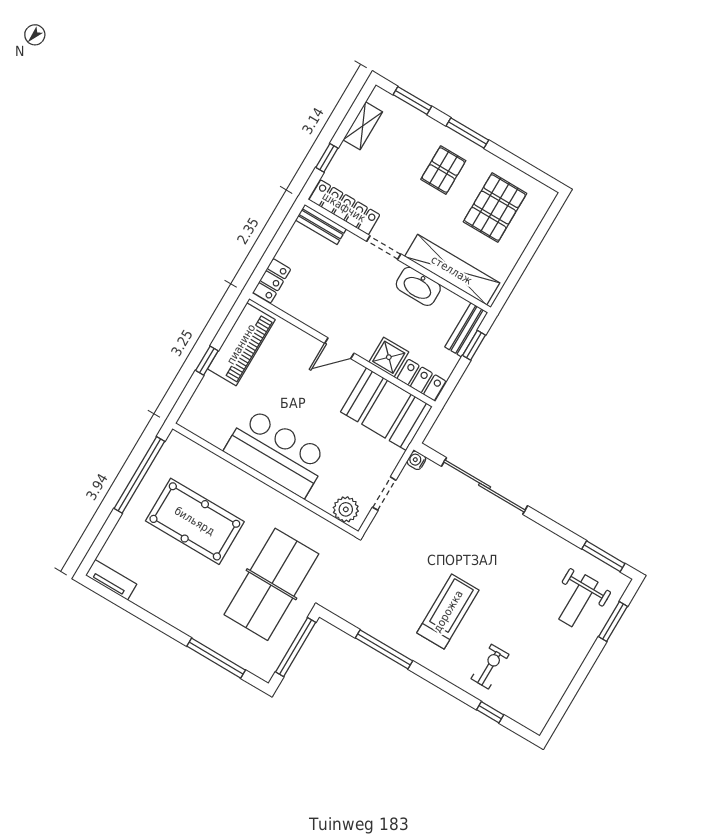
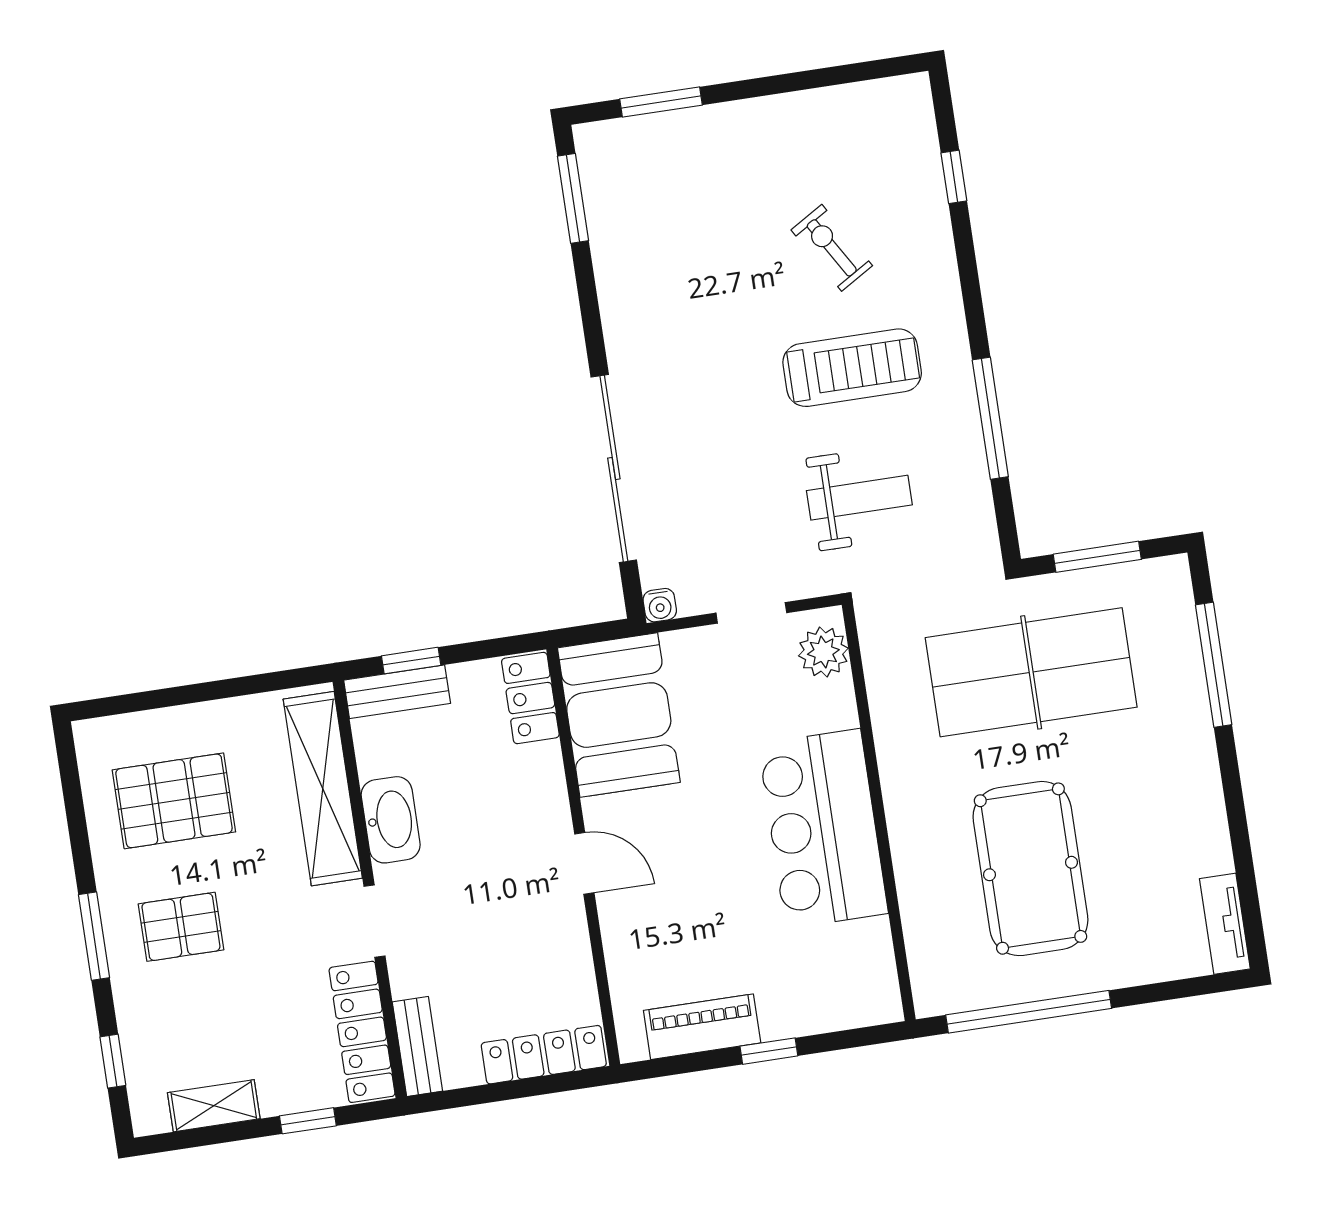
window: (412, 100) -> (113, 1061), width x0.67
locker: (272, 281) -> (544, 1055), width x1.53
piano: (241, 344) -> (702, 1027), width x0.73, depth x0.75
shower: (389, 357) -> (536, 776), removed
weight bench: (578, 601) -> (859, 498), moved
treadmill: (448, 611) -> (852, 368), turned 180
window: (296, 647) -> (1097, 557), width x0.69
exercise bike: (490, 667) -> (832, 248), moved, turned 59

